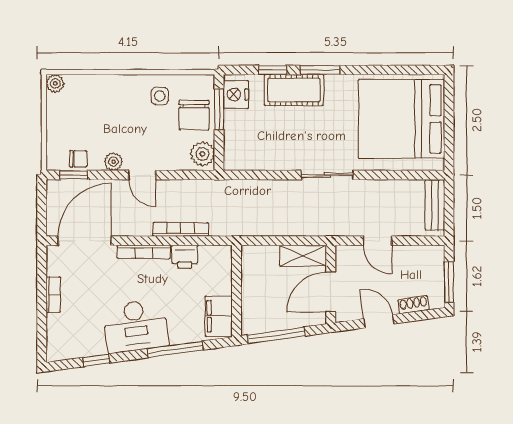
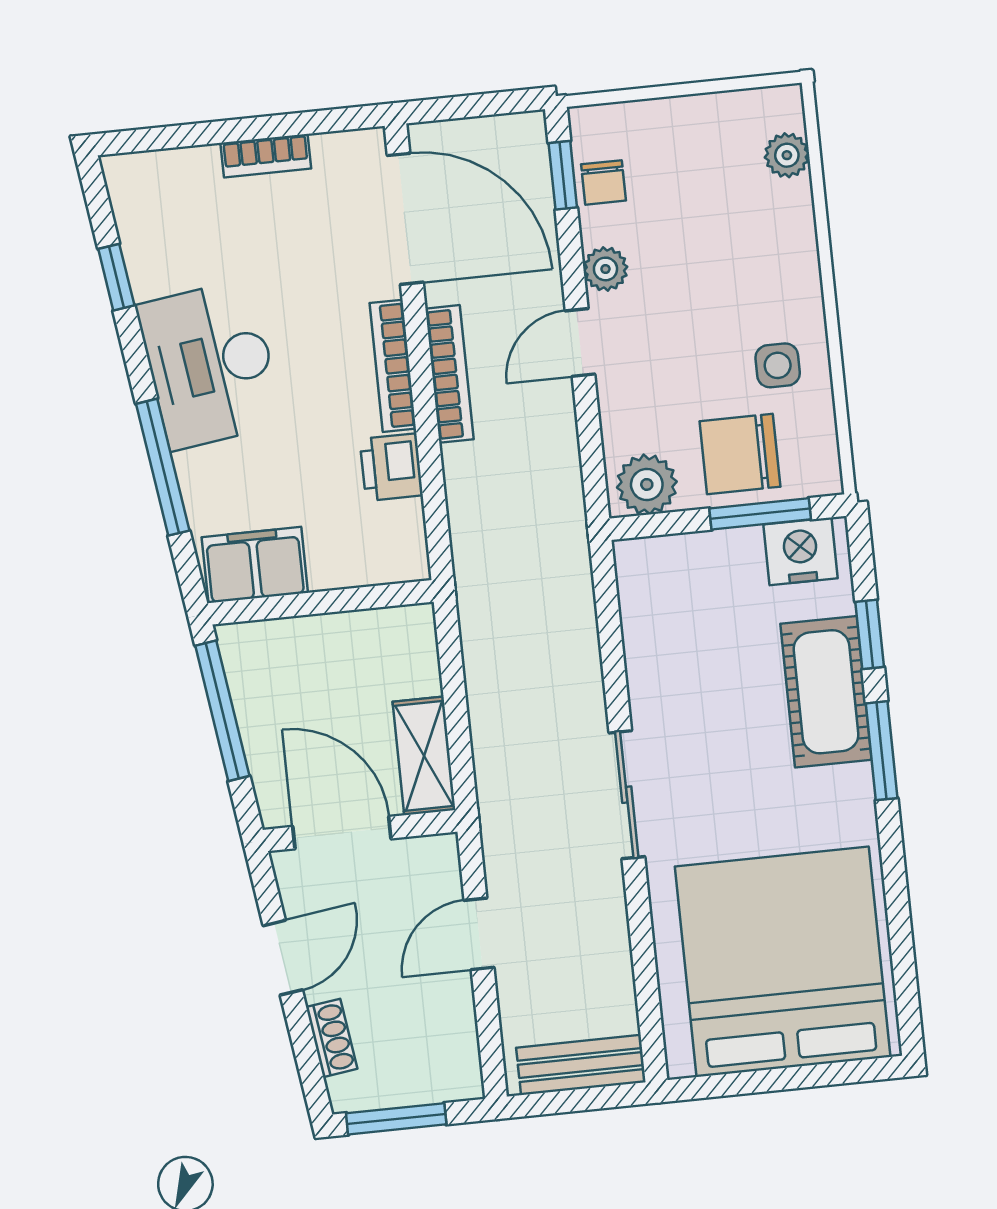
plant: (55, 83) -> (787, 155), moved
bookcase: (181, 229) -> (449, 374), moved

